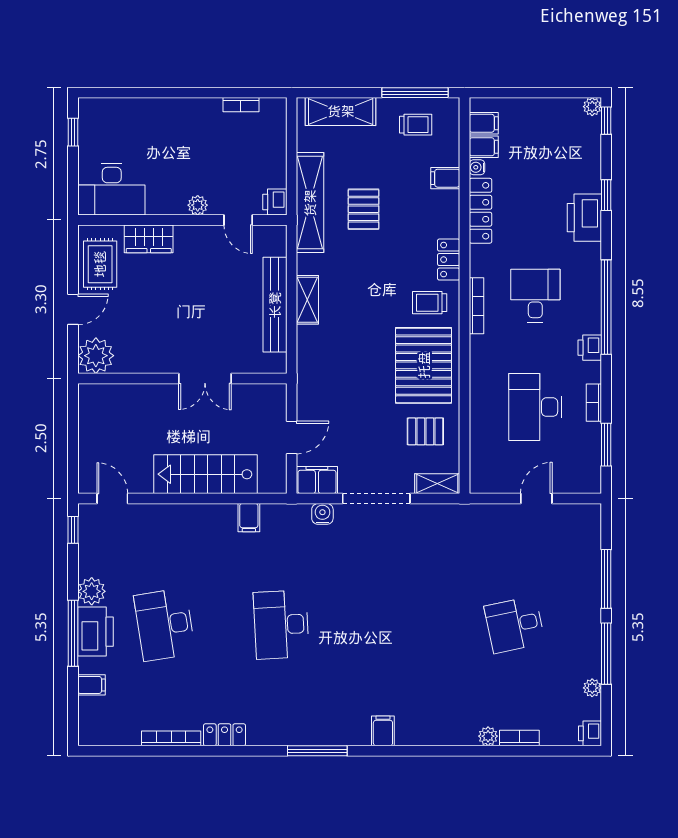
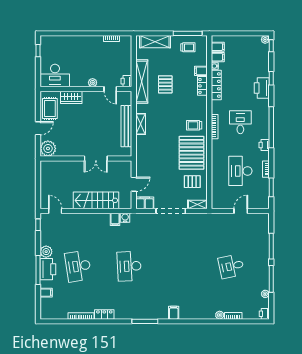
locker: (449, 260) -> (202, 86), moved
water cooler: (322, 514) -> (125, 218), moved

